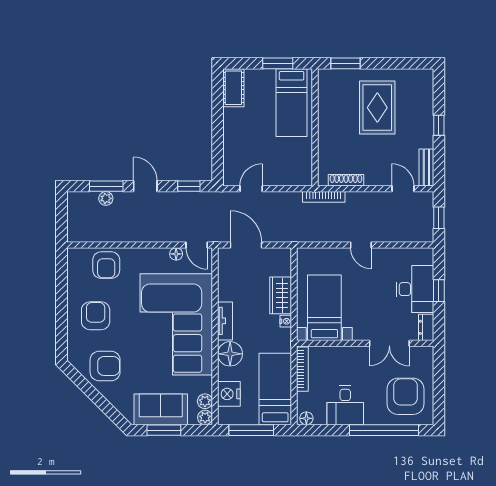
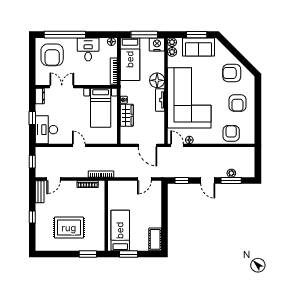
rug: (377, 108) -> (69, 228), turned 90
door: (403, 189) -> (54, 179), hinge flipped
desk: (415, 289) -> (46, 130), moved
nightstand: (229, 394) -> (157, 44), moved, turned -90

